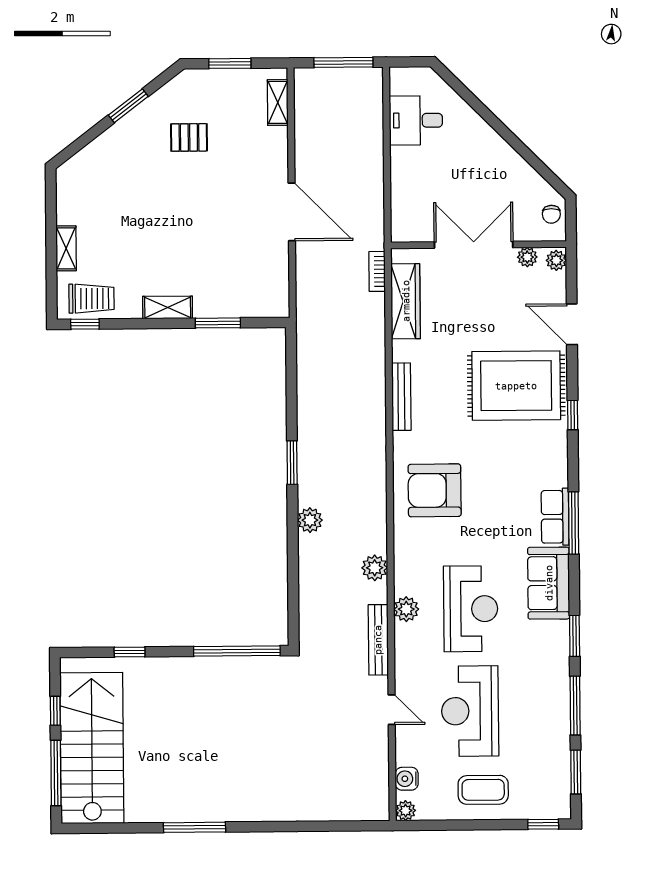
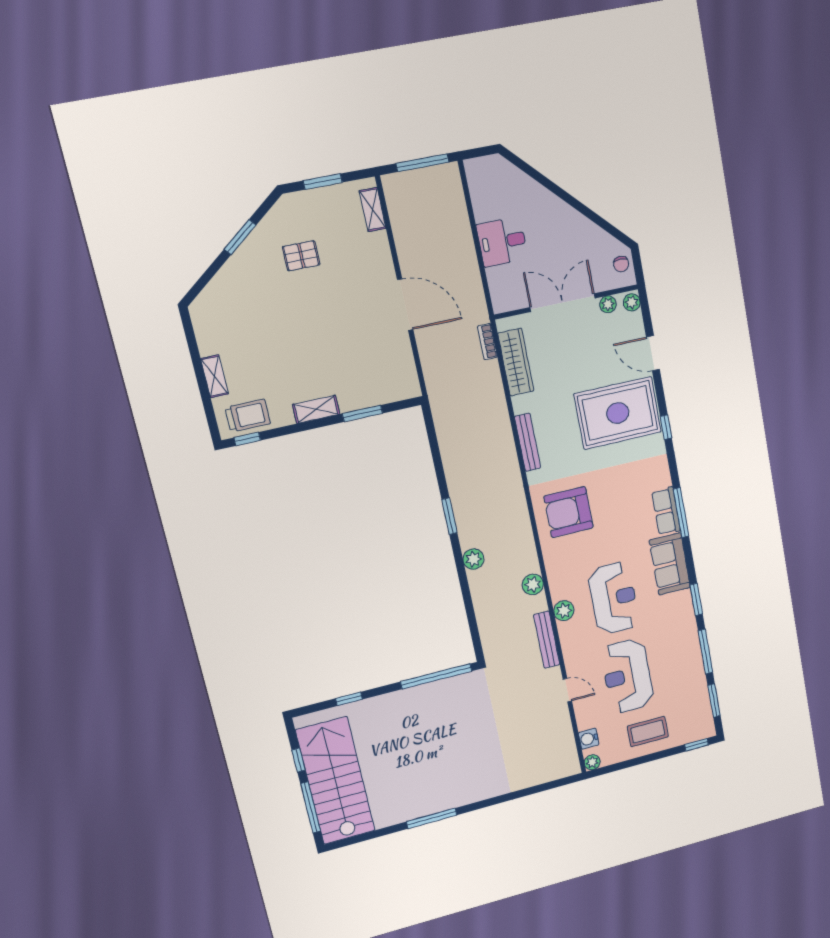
desk: (416, 120) -> (502, 242), moved

